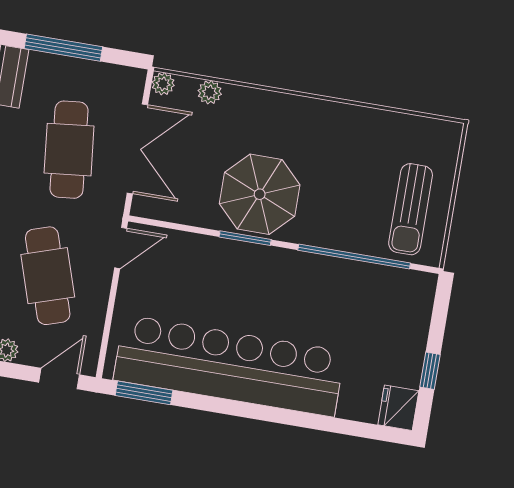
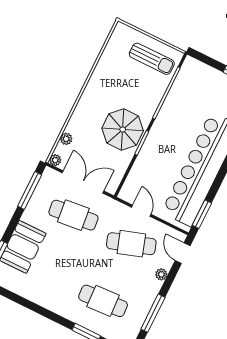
window: (63, 48) -> (30, 191), moved
door: (121, 248) -> (141, 211), moved

